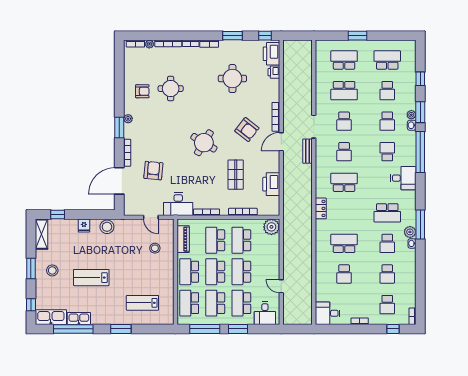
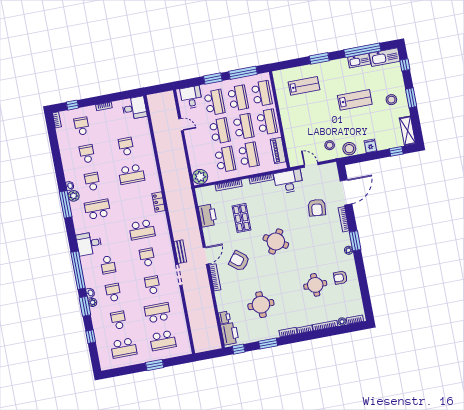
stool: (155, 248) -> (330, 145), moved

